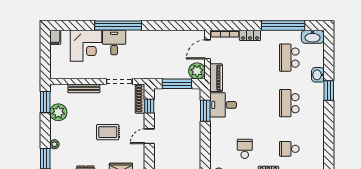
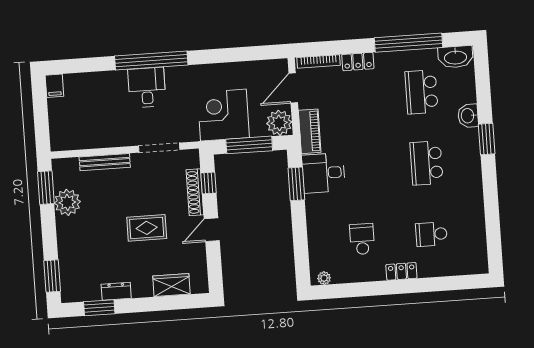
corner desk: (86, 46) -> (223, 115), moved, turned 180
shoe rack: (140, 99) -> (195, 192), moved
plant: (54, 144) -> (65, 253), removed

